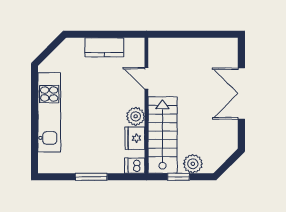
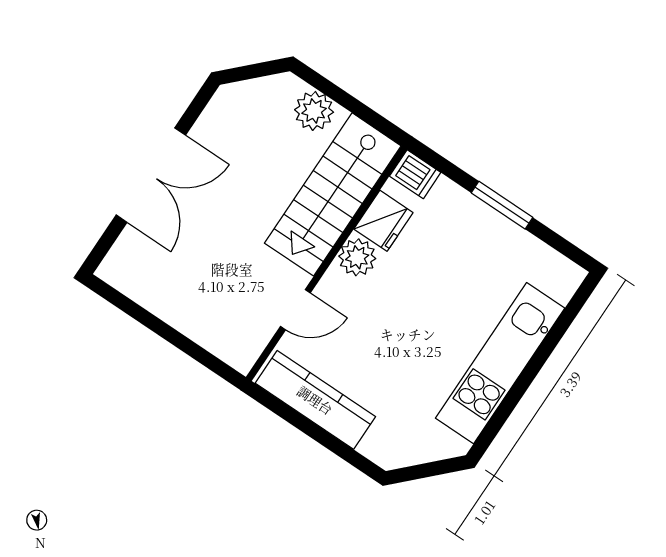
kitchen counter: (104, 47) -> (315, 400), width x1.50
door: (146, 78) -> (295, 310), hinge flipped
window: (179, 177) -> (353, 105), removed

